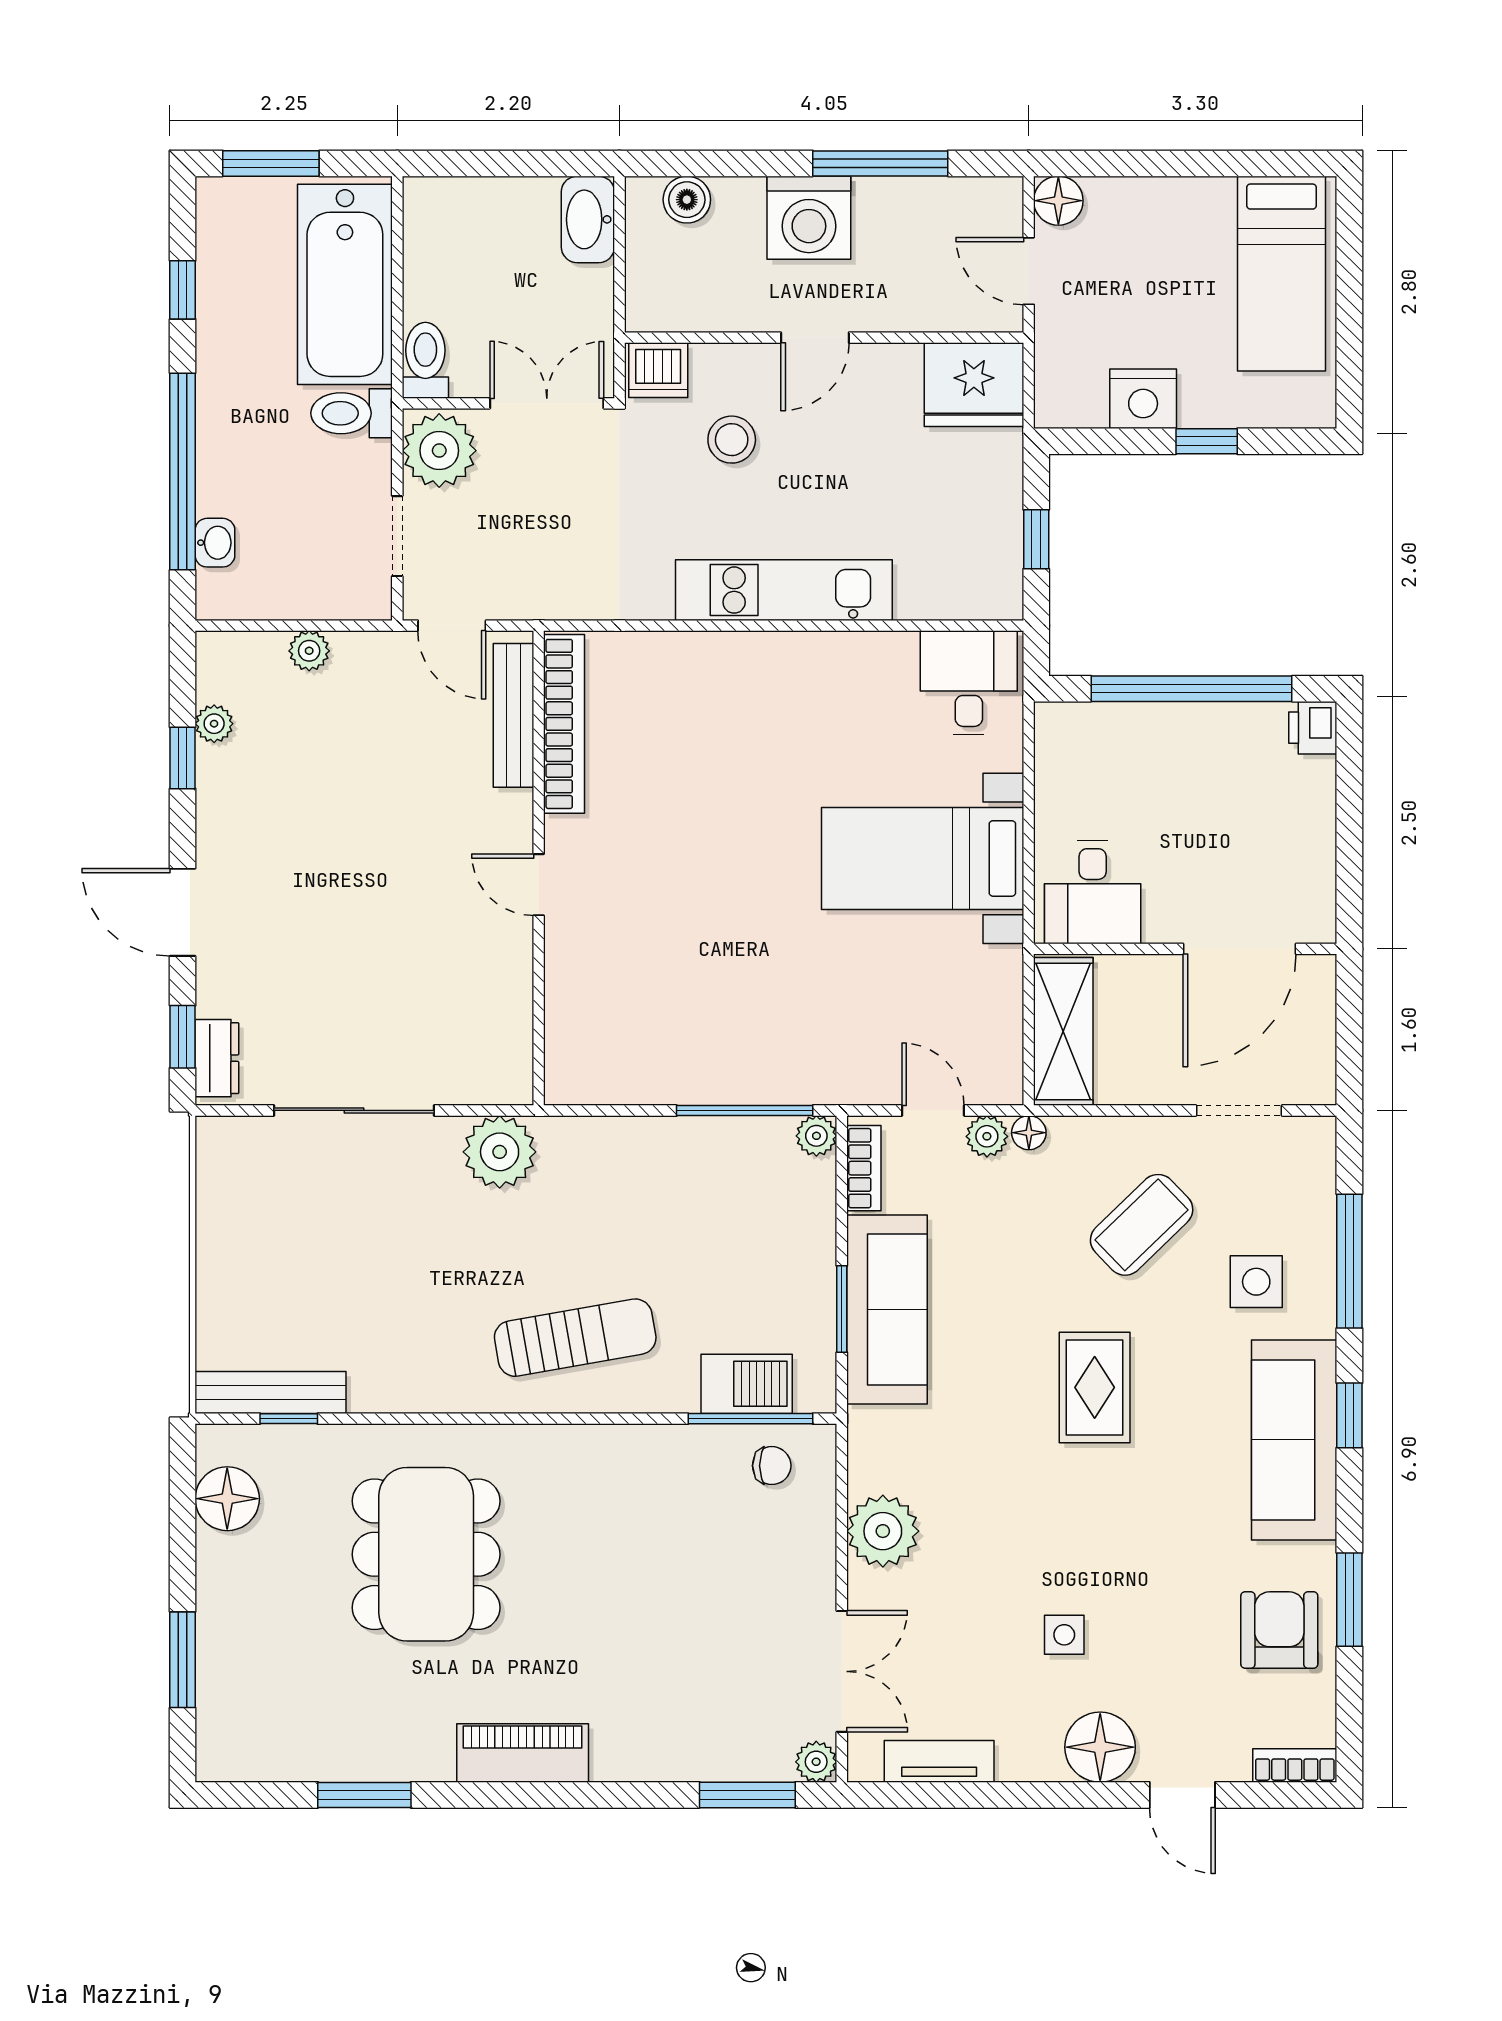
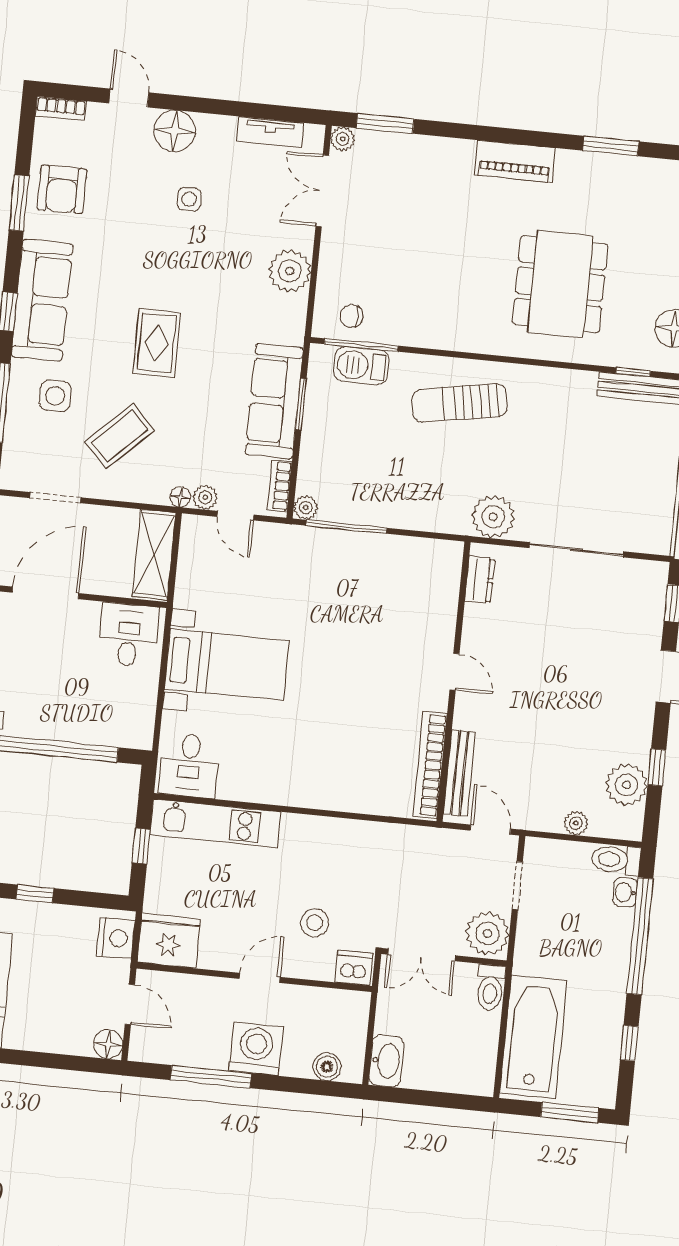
nightstand: (1143, 399) -> (116, 938), moved, turned 90
toilet: (352, 413) -> (616, 860), moved, turned 180
kitchen unit: (784, 590) -> (215, 823), moved
plant: (214, 724) -> (626, 785), width x1.87, depth x1.87
dresser: (217, 1058) -> (480, 580), moved, turned 180

